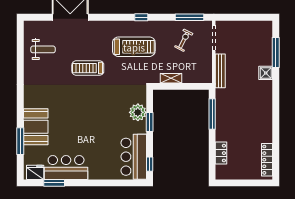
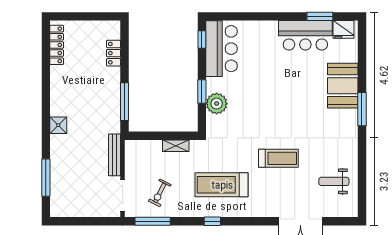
shower: (266, 73) -> (58, 125), moved
window: (20, 141) -> (362, 109), moved

